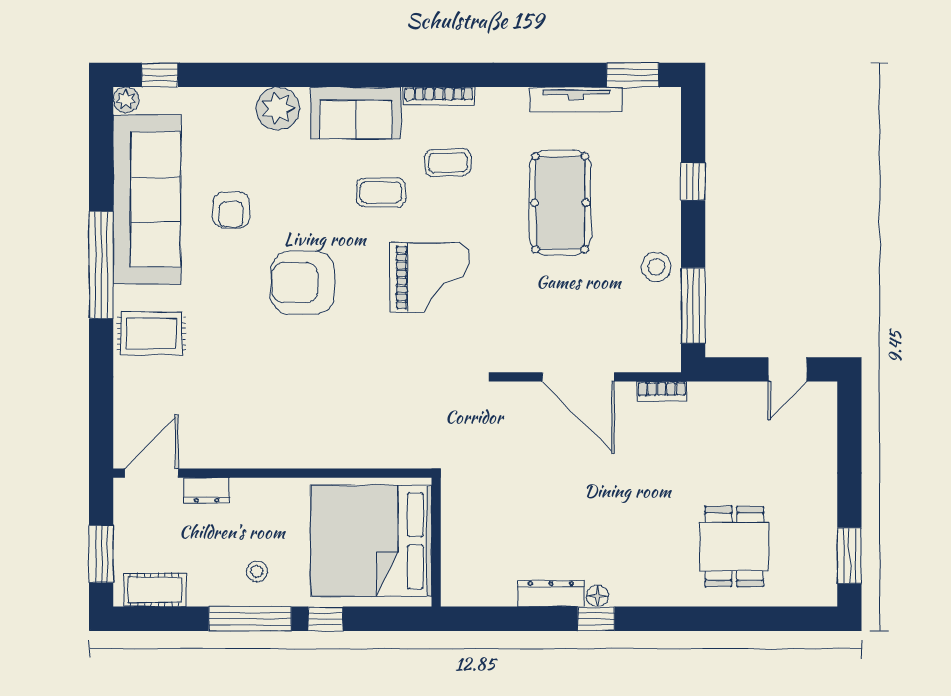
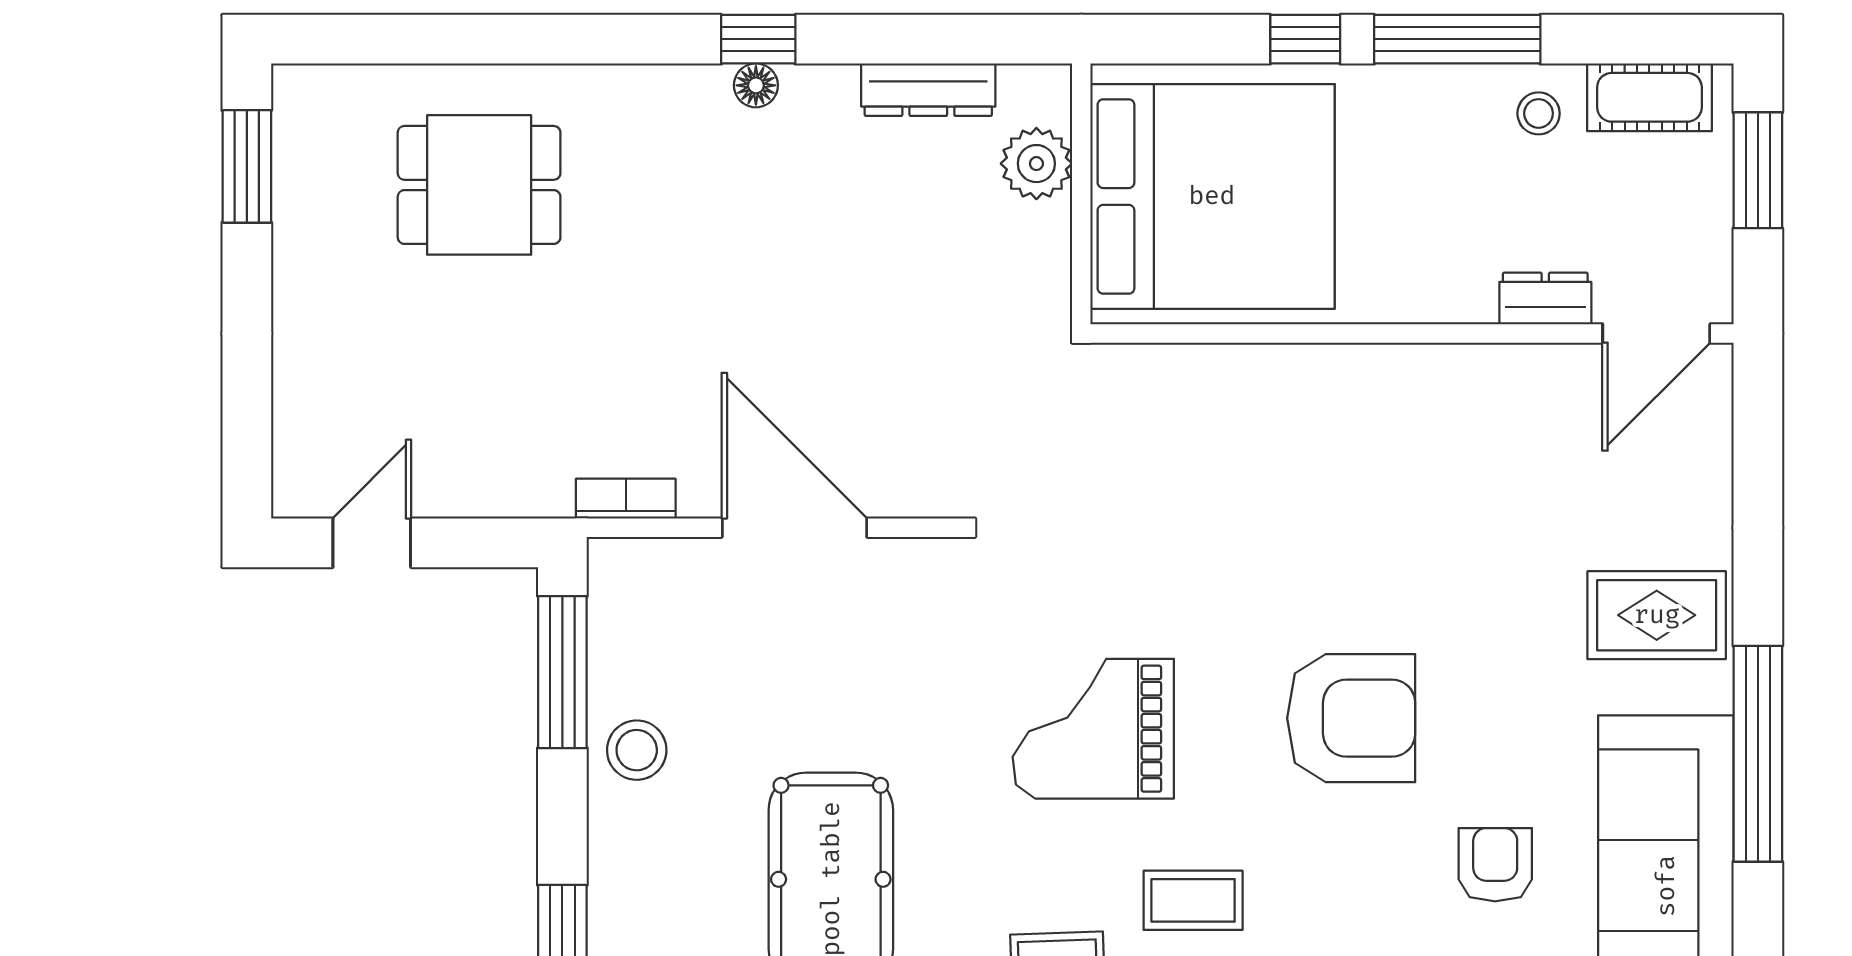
dining table: (734, 547) -> (479, 185), turned 90
plant: (458, 557) -> (1036, 164), added
stool: (257, 571) -> (1539, 113), moved
dresser: (551, 594) -> (928, 90), moved

